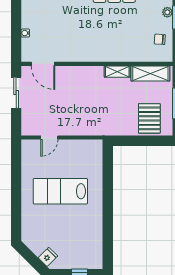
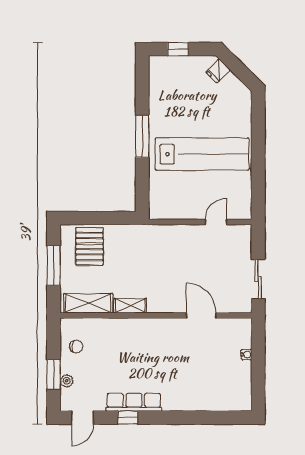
door: (43, 64) -> (201, 315), moved
lab bench: (60, 191) -> (202, 154), width x1.36
window: (108, 205) -> (142, 136), added

